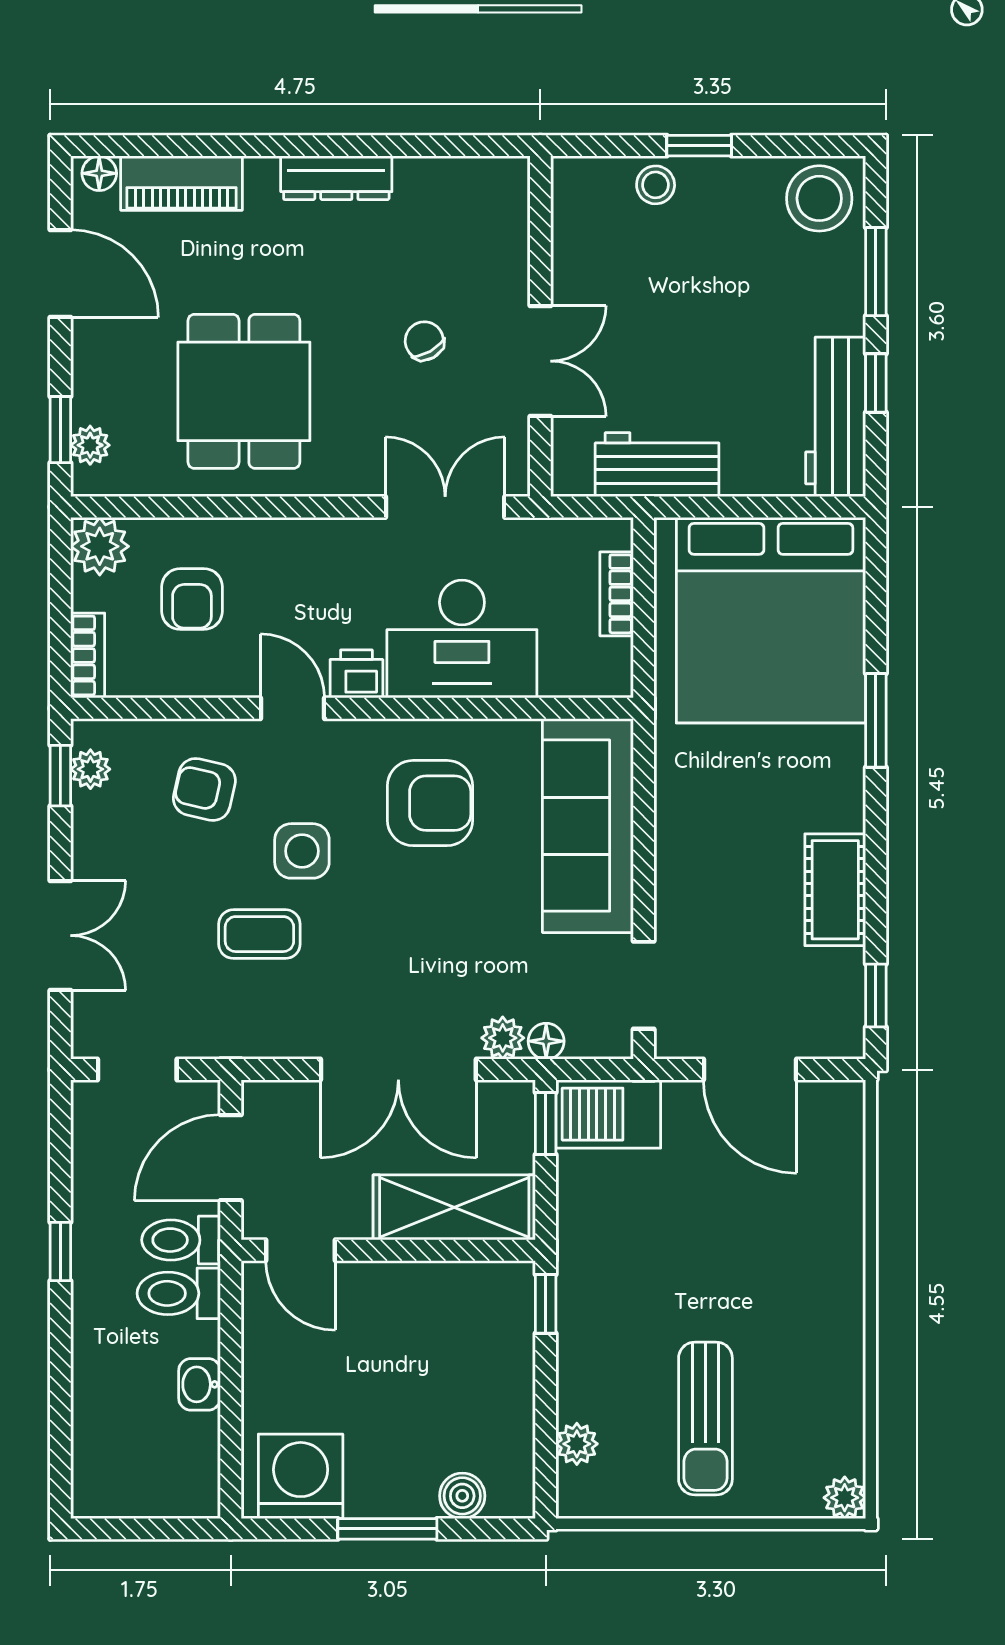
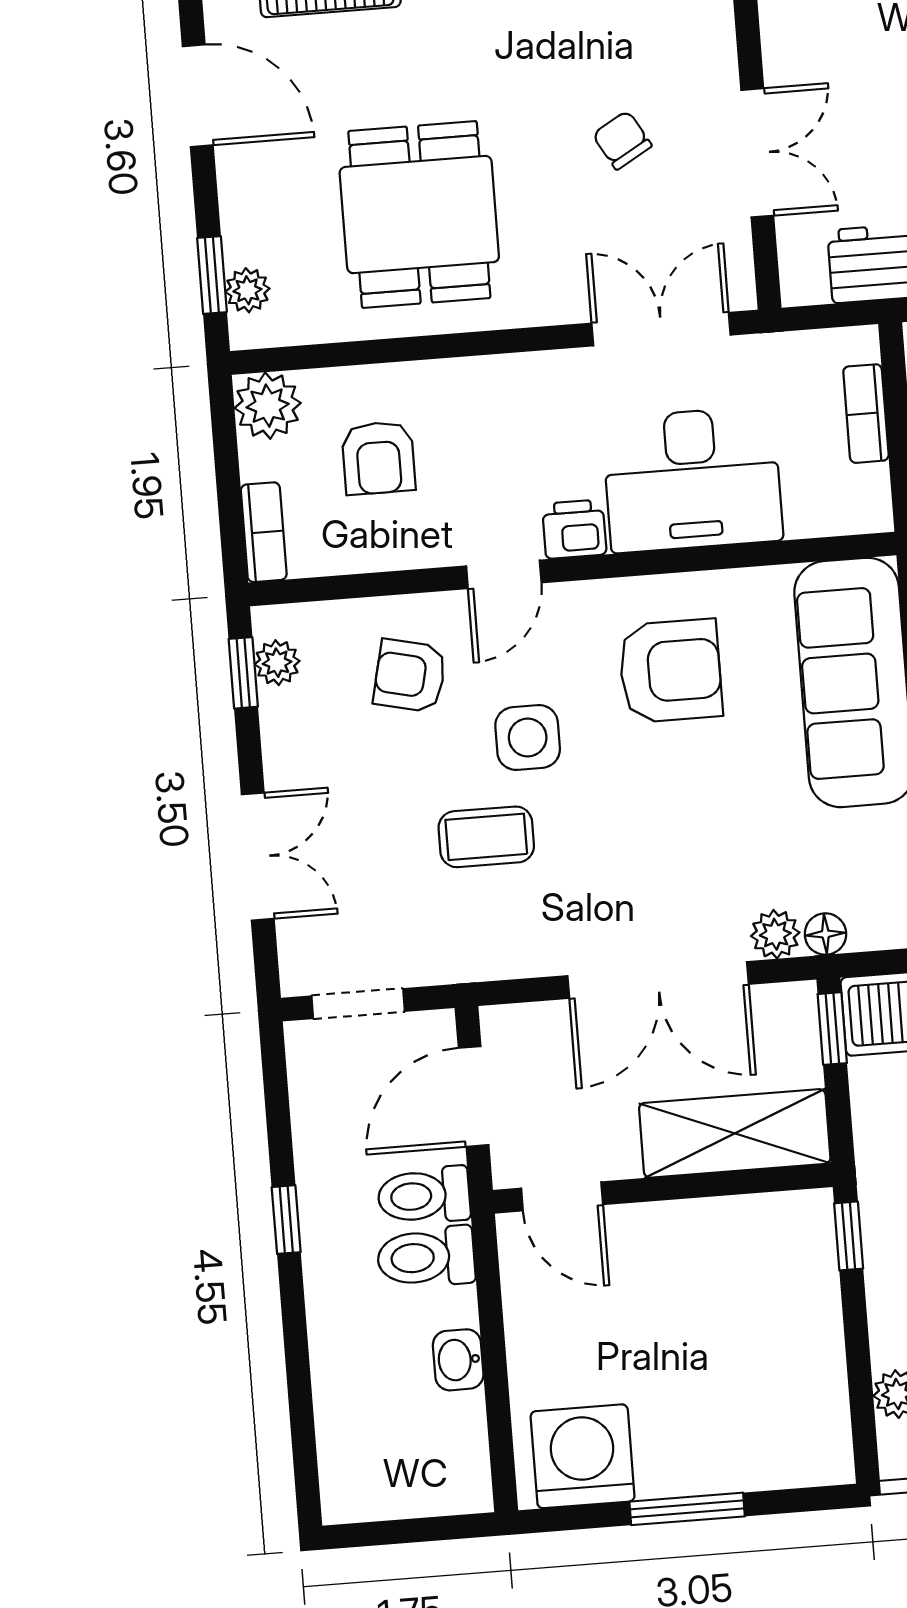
door: (292, 708) -> (504, 574), swing flipped
boiler: (462, 1496) -> (770, 1464), removed

